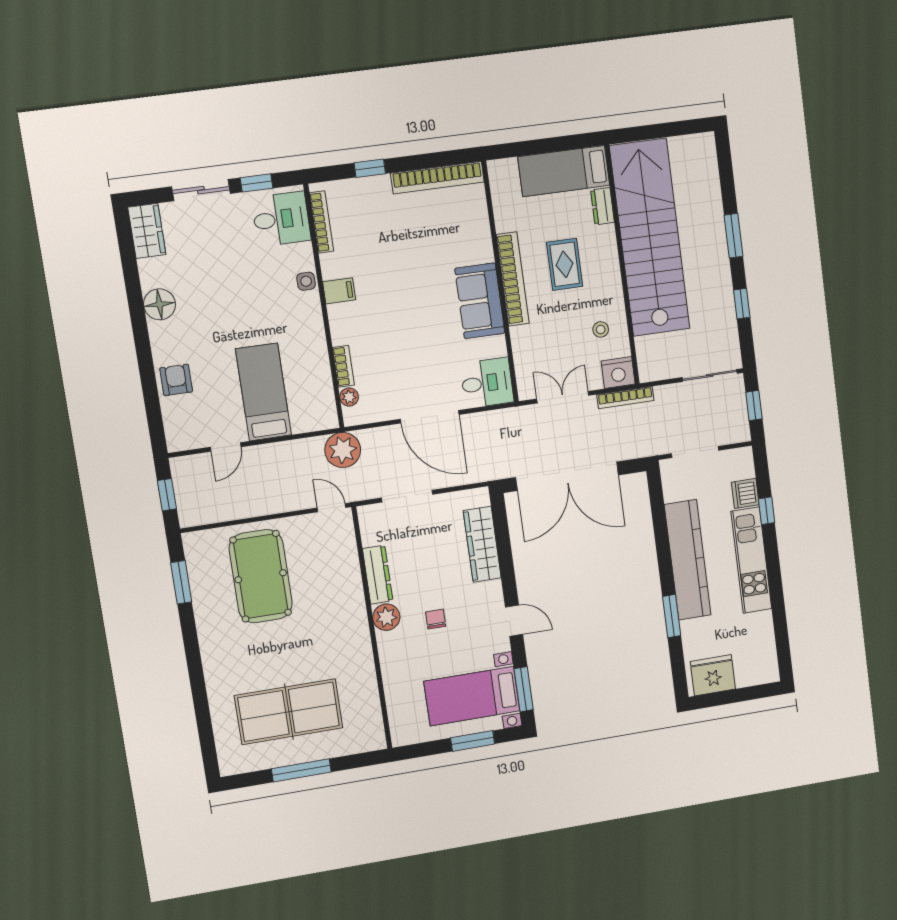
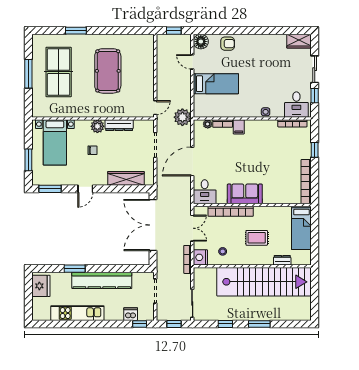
bed: (564, 171) -> (301, 228), moved, turned 180
bookcase: (513, 279) -> (231, 211), moved
filing cabinet: (339, 291) -> (239, 127), moved
floor lamp: (160, 304) -> (201, 42), moved
window: (767, 511) -> (140, 324), moved
kitchen unit: (751, 560) -> (77, 313), moved
pool table: (261, 576) -> (108, 71), moved, turned 90
window: (181, 582) -> (76, 31), moved
bed with nightstands: (472, 696) -> (55, 142), moved, turned 180

